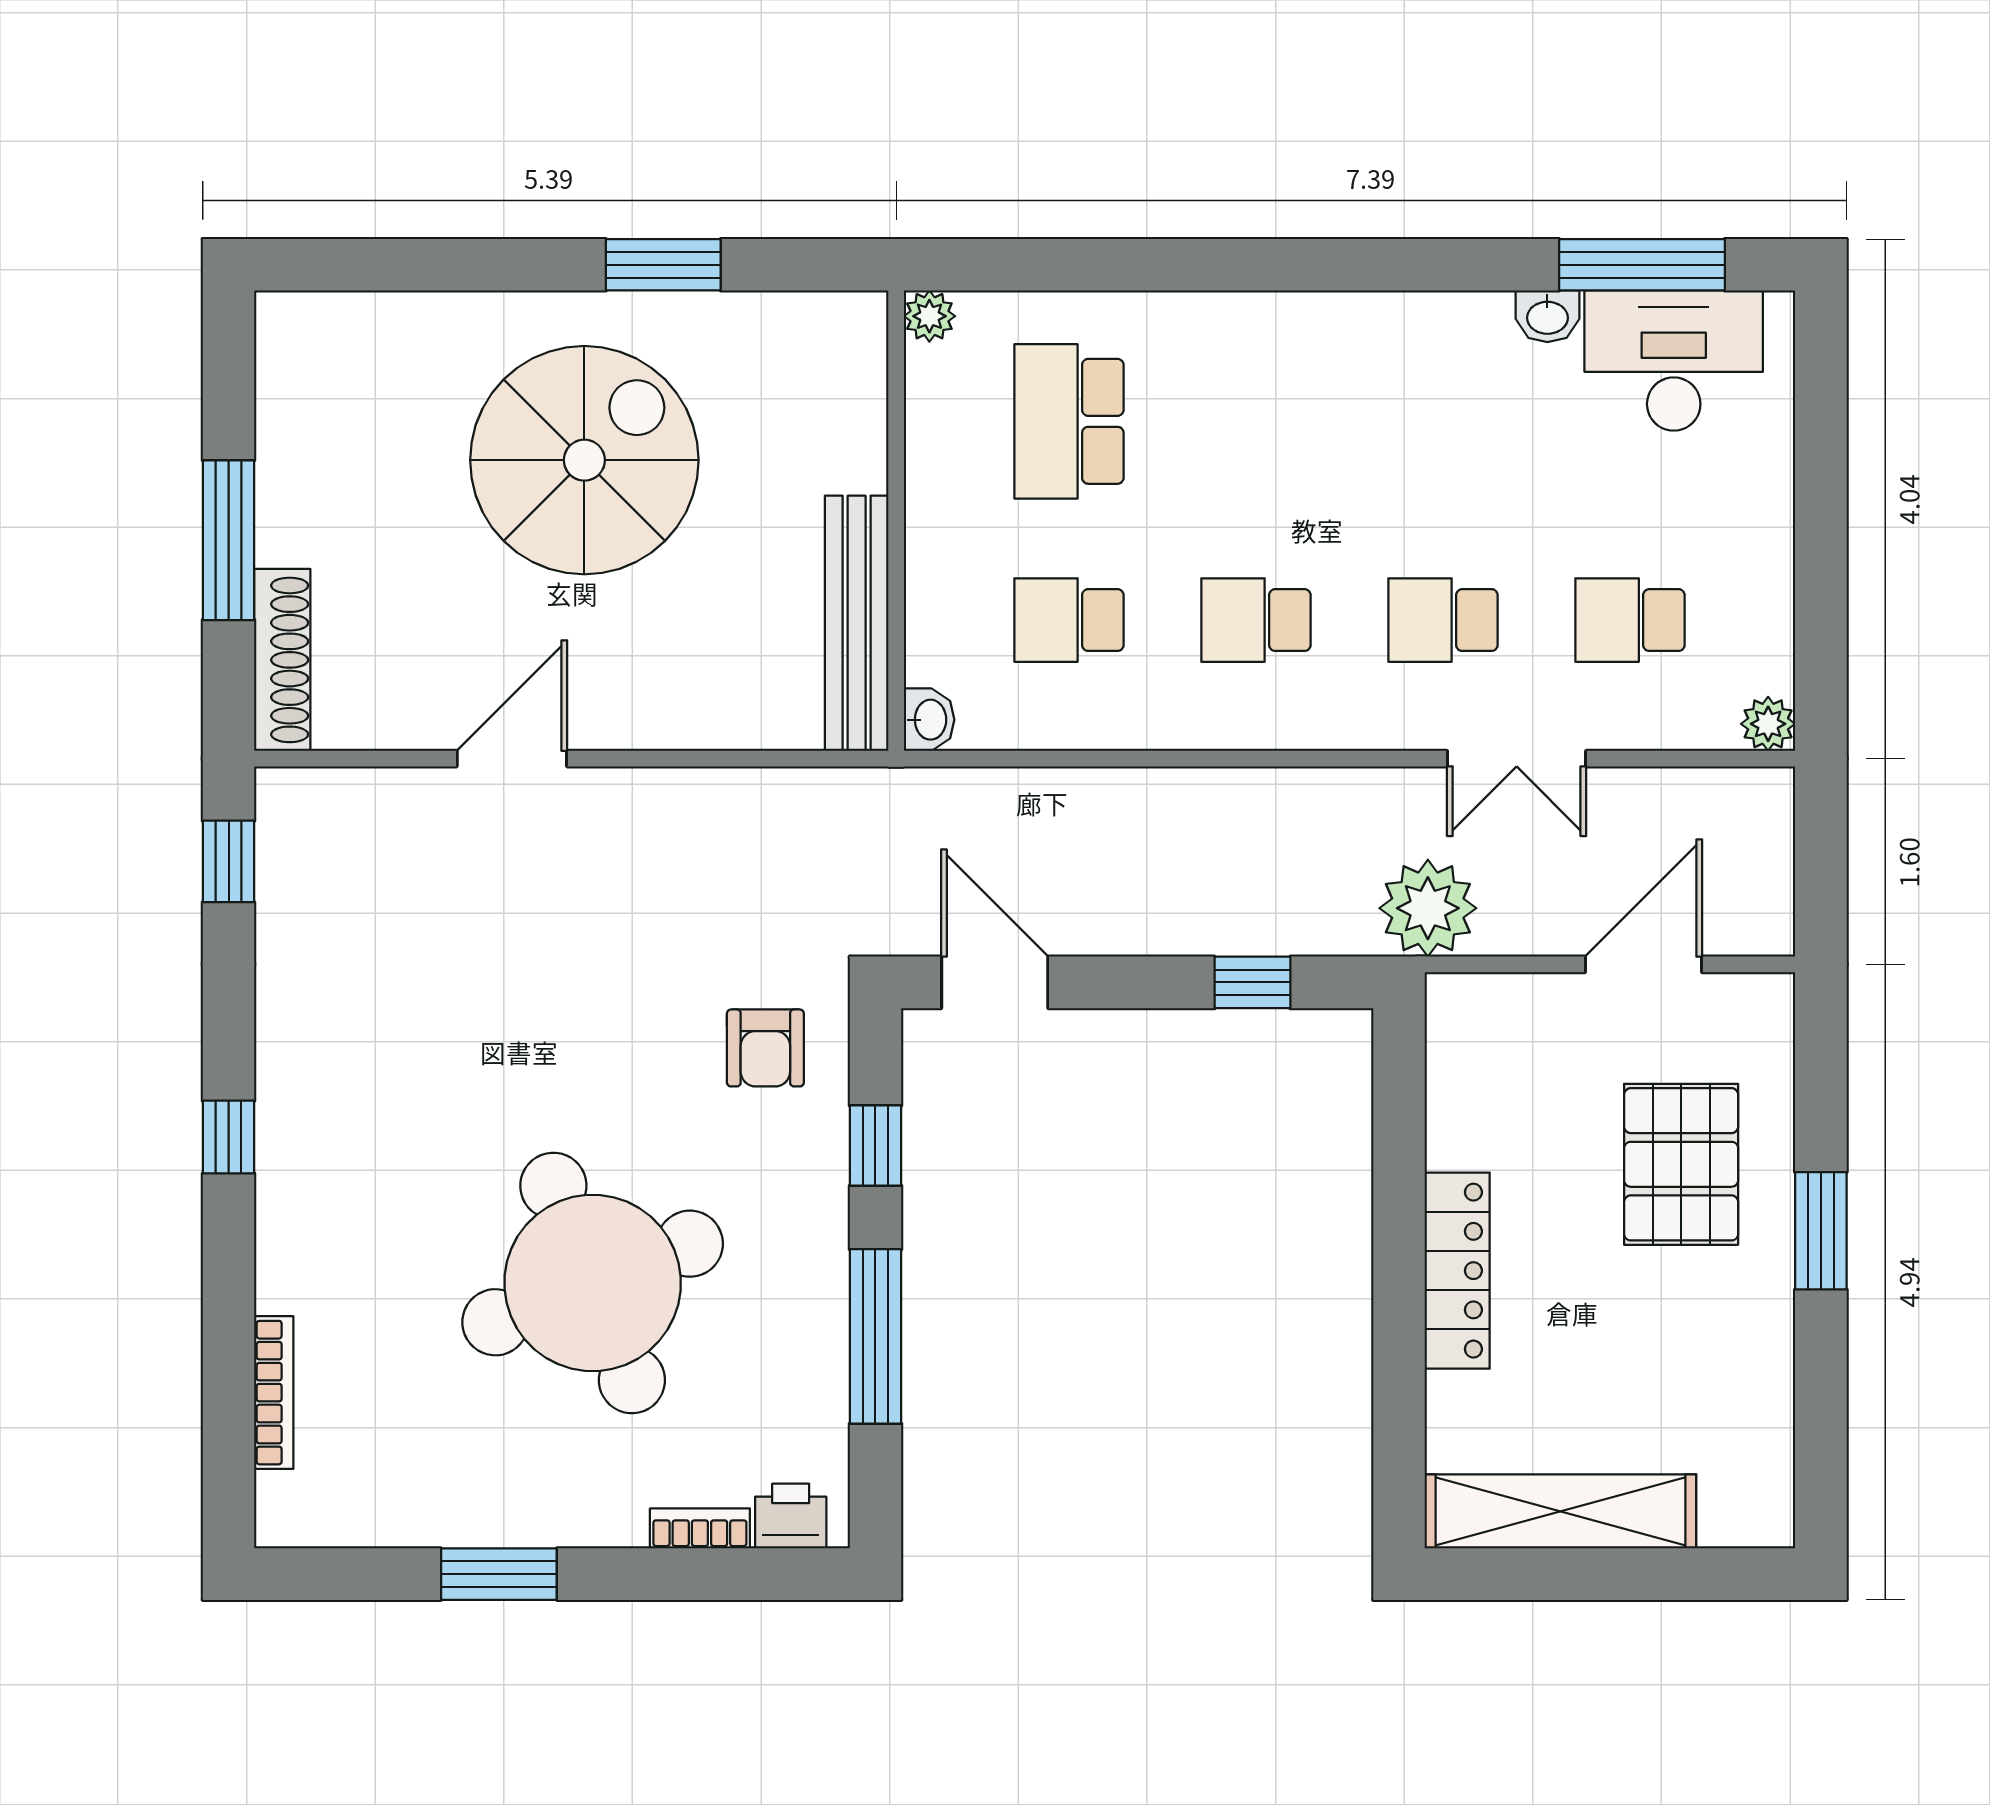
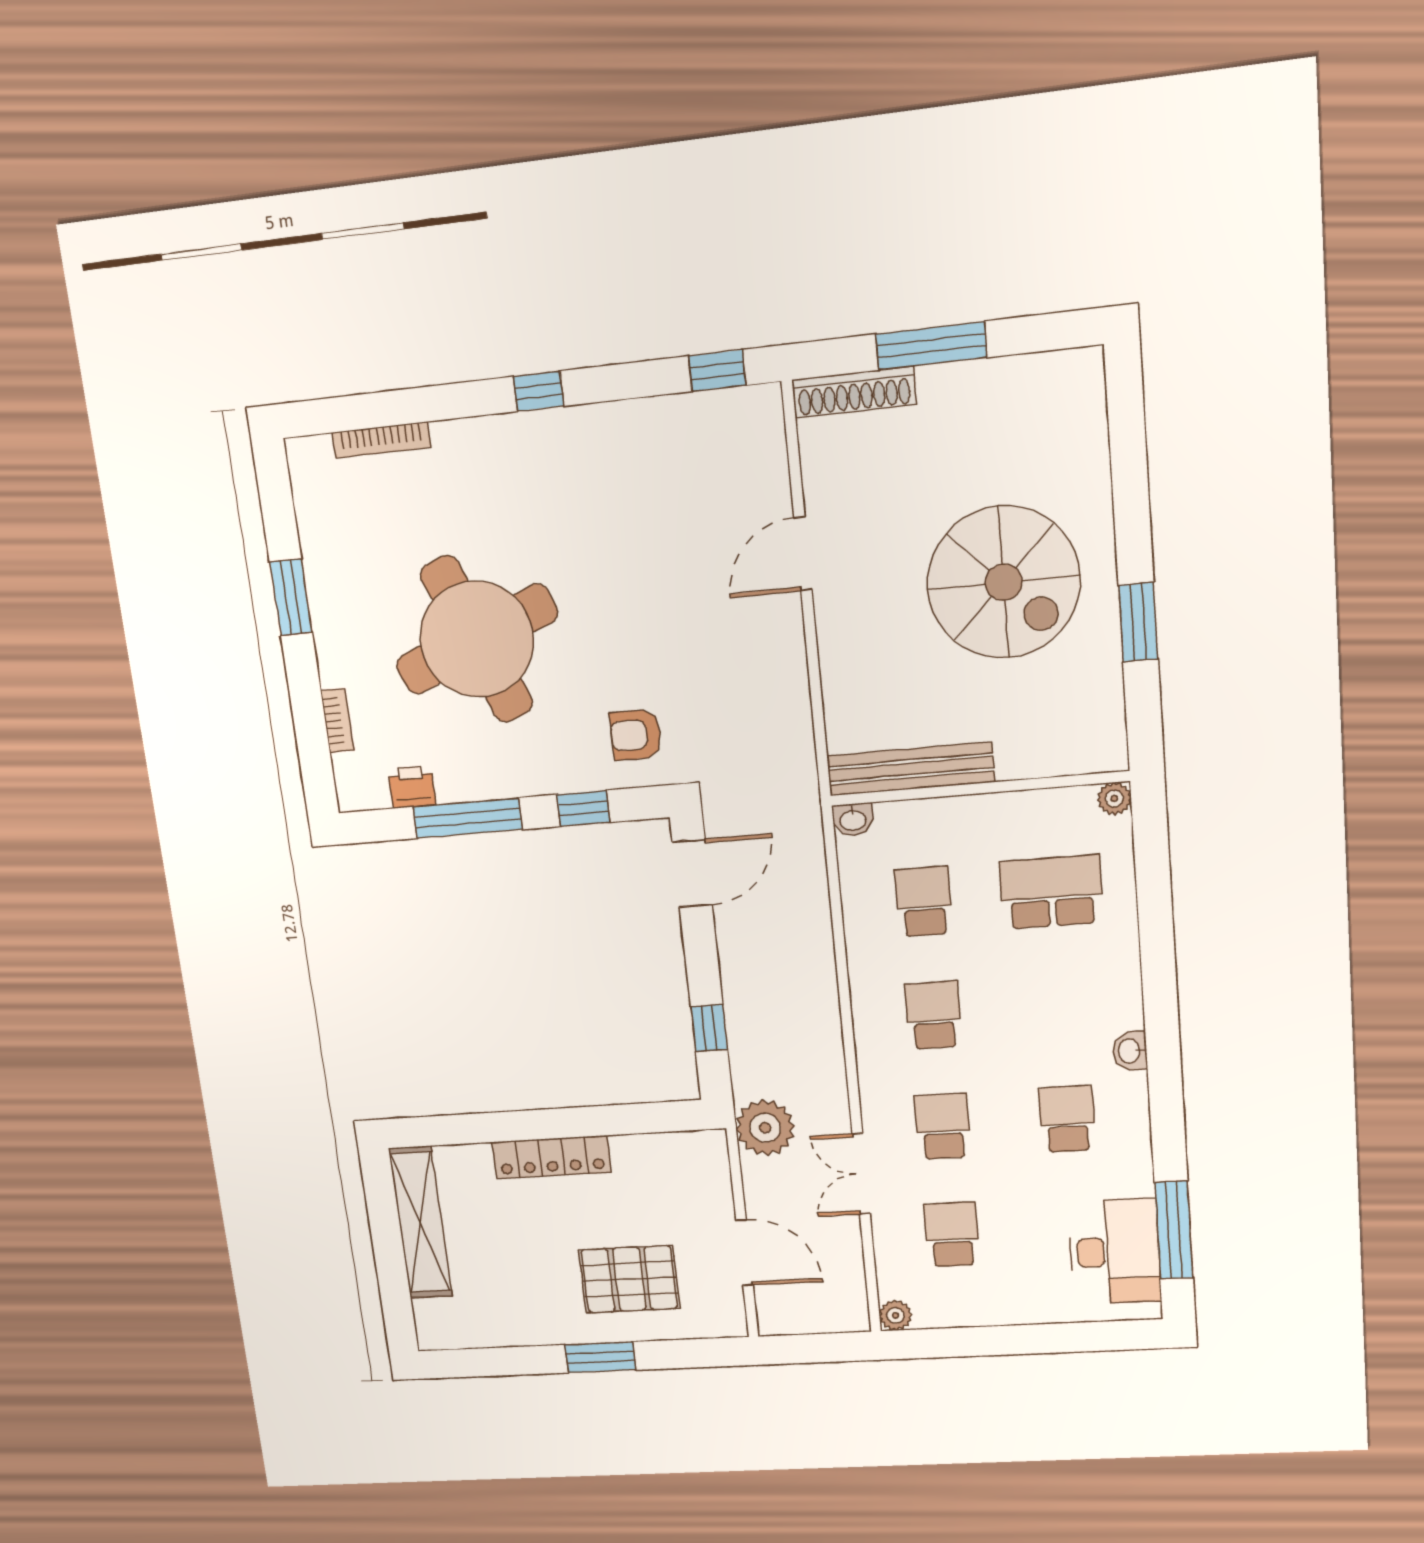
washbasin: (1547, 316) -> (1130, 1051), moved
school desk: (1443, 421) -> (1067, 1119), added
door: (512, 759) -> (803, 554), swing flipped
printer: (791, 1516) -> (412, 787), moved, turned -90

